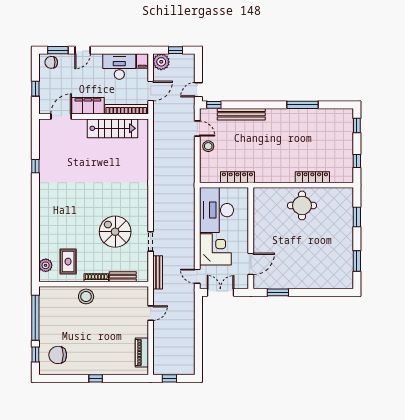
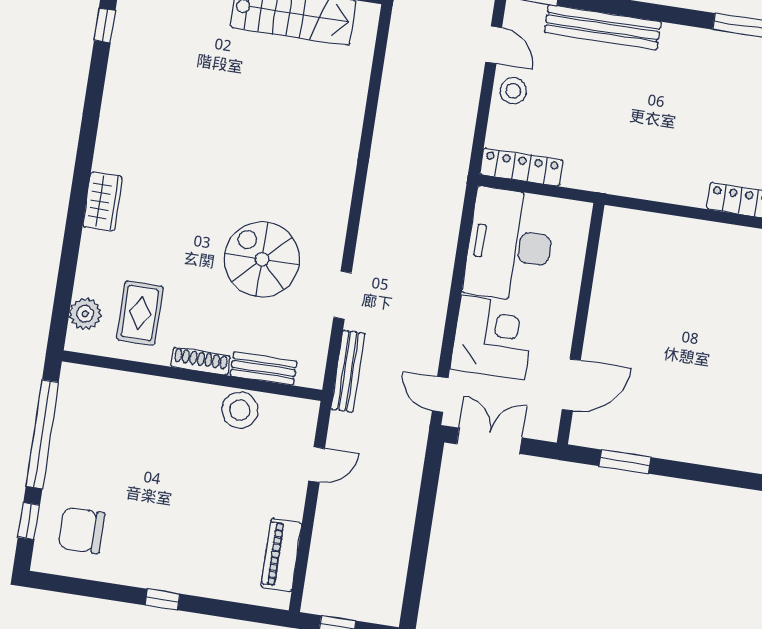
window: (35, 166) -> (105, 25), moved
locker: (237, 177) -> (521, 167), moved
round table: (302, 205) -> (714, 265), removed
wardrobe: (46, 218) -> (103, 201), added
stool: (86, 296) -> (240, 410), moved

